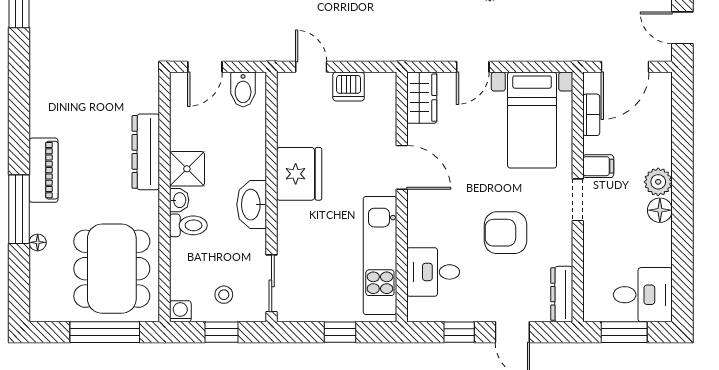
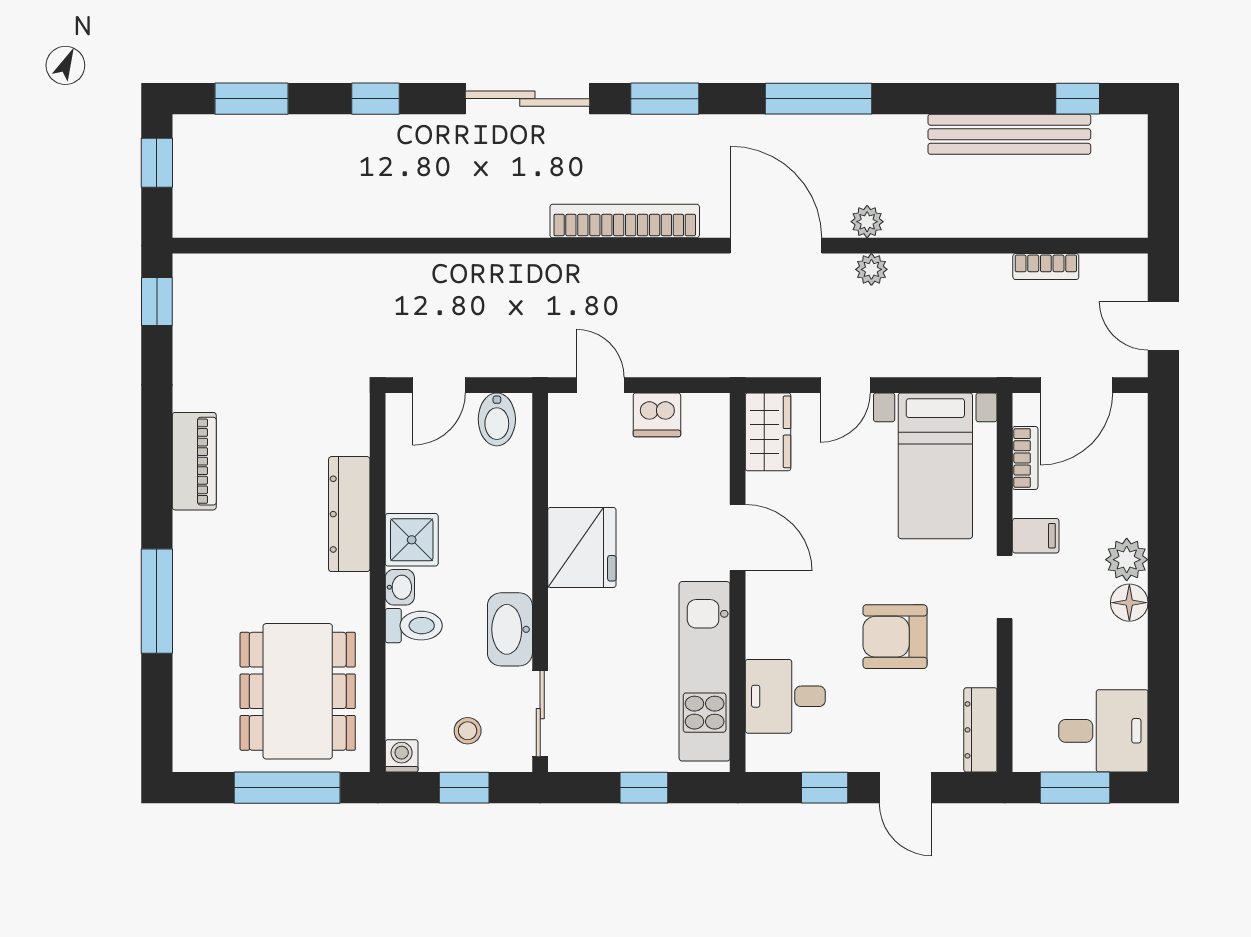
piano: (44, 170) -> (194, 461), moved
washbasin: (252, 205) -> (510, 629), moved
floor lamp: (38, 242) -> (185, 651), removed

